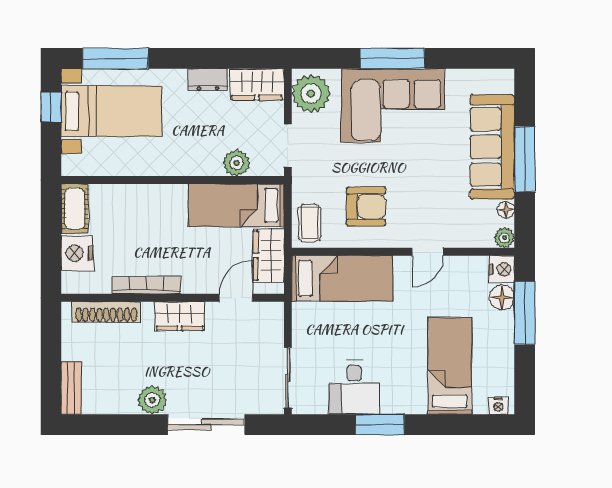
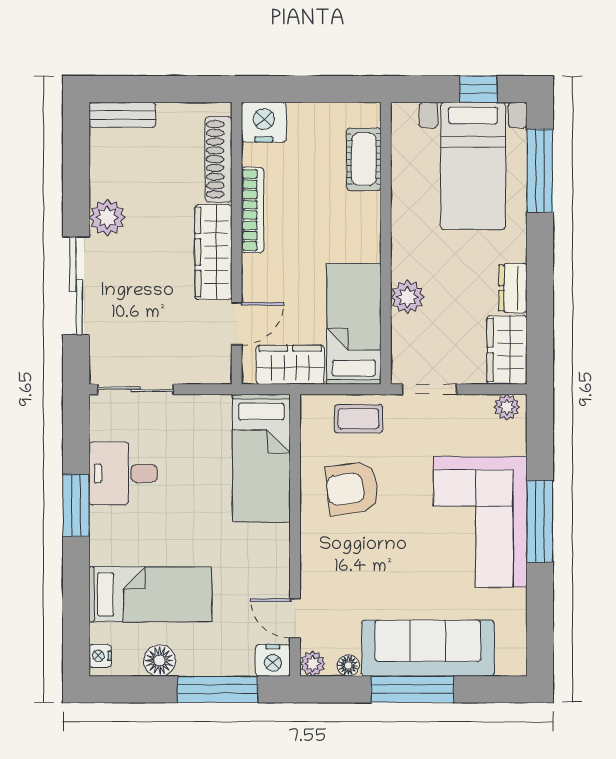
plant: (311, 94) -> (507, 407), width x0.53, depth x0.53
plant: (236, 163) -> (408, 297), moved
armchair: (366, 207) -> (352, 488), turned 83
cot: (75, 209) -> (364, 159), moved, turned 90
coffee table: (310, 223) -> (359, 419), moved
door: (428, 252) -> (295, 618), moved
nightstand: (77, 253) -> (264, 122), moved
floor lamp: (502, 297) -> (160, 661), moved
door: (236, 298) -> (237, 324), hinge flipped
wardrobe: (180, 316) -> (213, 252), width x1.50

